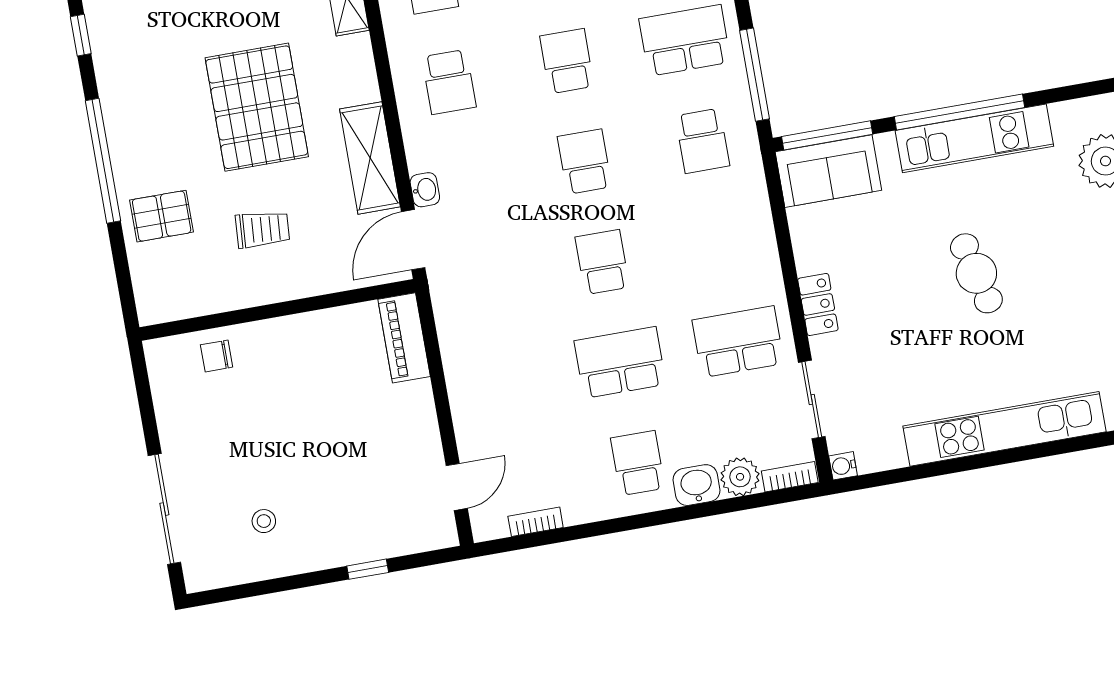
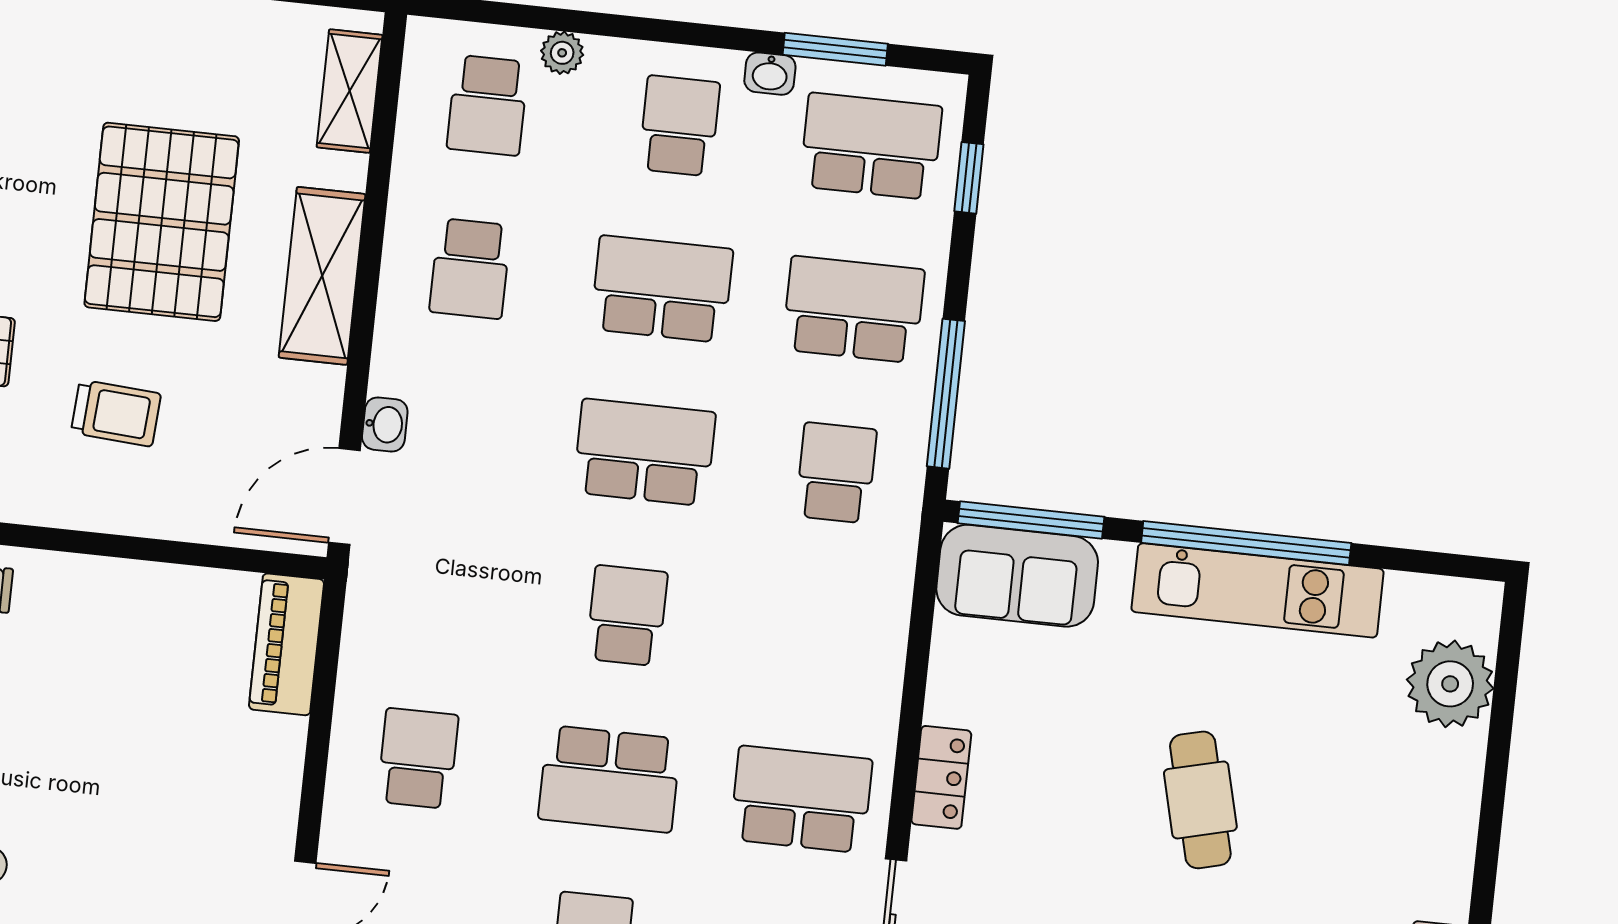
school desk: (567, 61) -> (662, 289), width x1.85
school desk: (703, 141) -> (836, 473), turned 180
shelving: (370, 158) -> (322, 276), moved
school desk: (585, 162) -> (644, 452), width x1.85
school desk: (620, 363) -> (609, 779), turned 180
school desk: (502, 383) -> (418, 758), added

